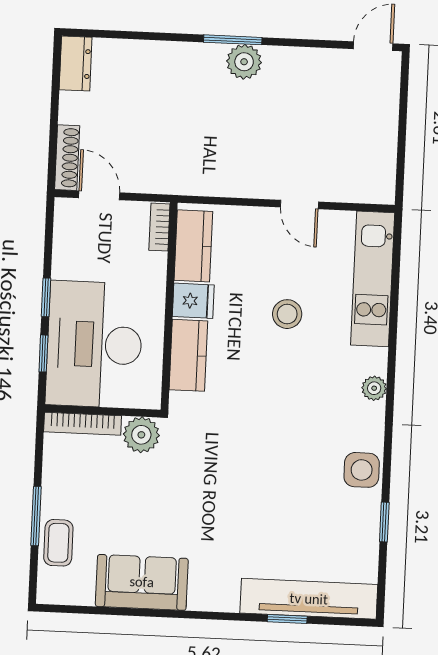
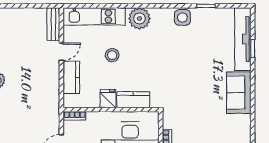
bench: (360, 190) -> (53, 24), added
kitchen counter: (193, 246) -> (71, 77), moved, turned 90
plant: (374, 388) -> (139, 18), width x1.87, depth x1.87
plant: (141, 435) -> (171, 120), removed
sofa: (142, 582) -> (239, 93), moved

